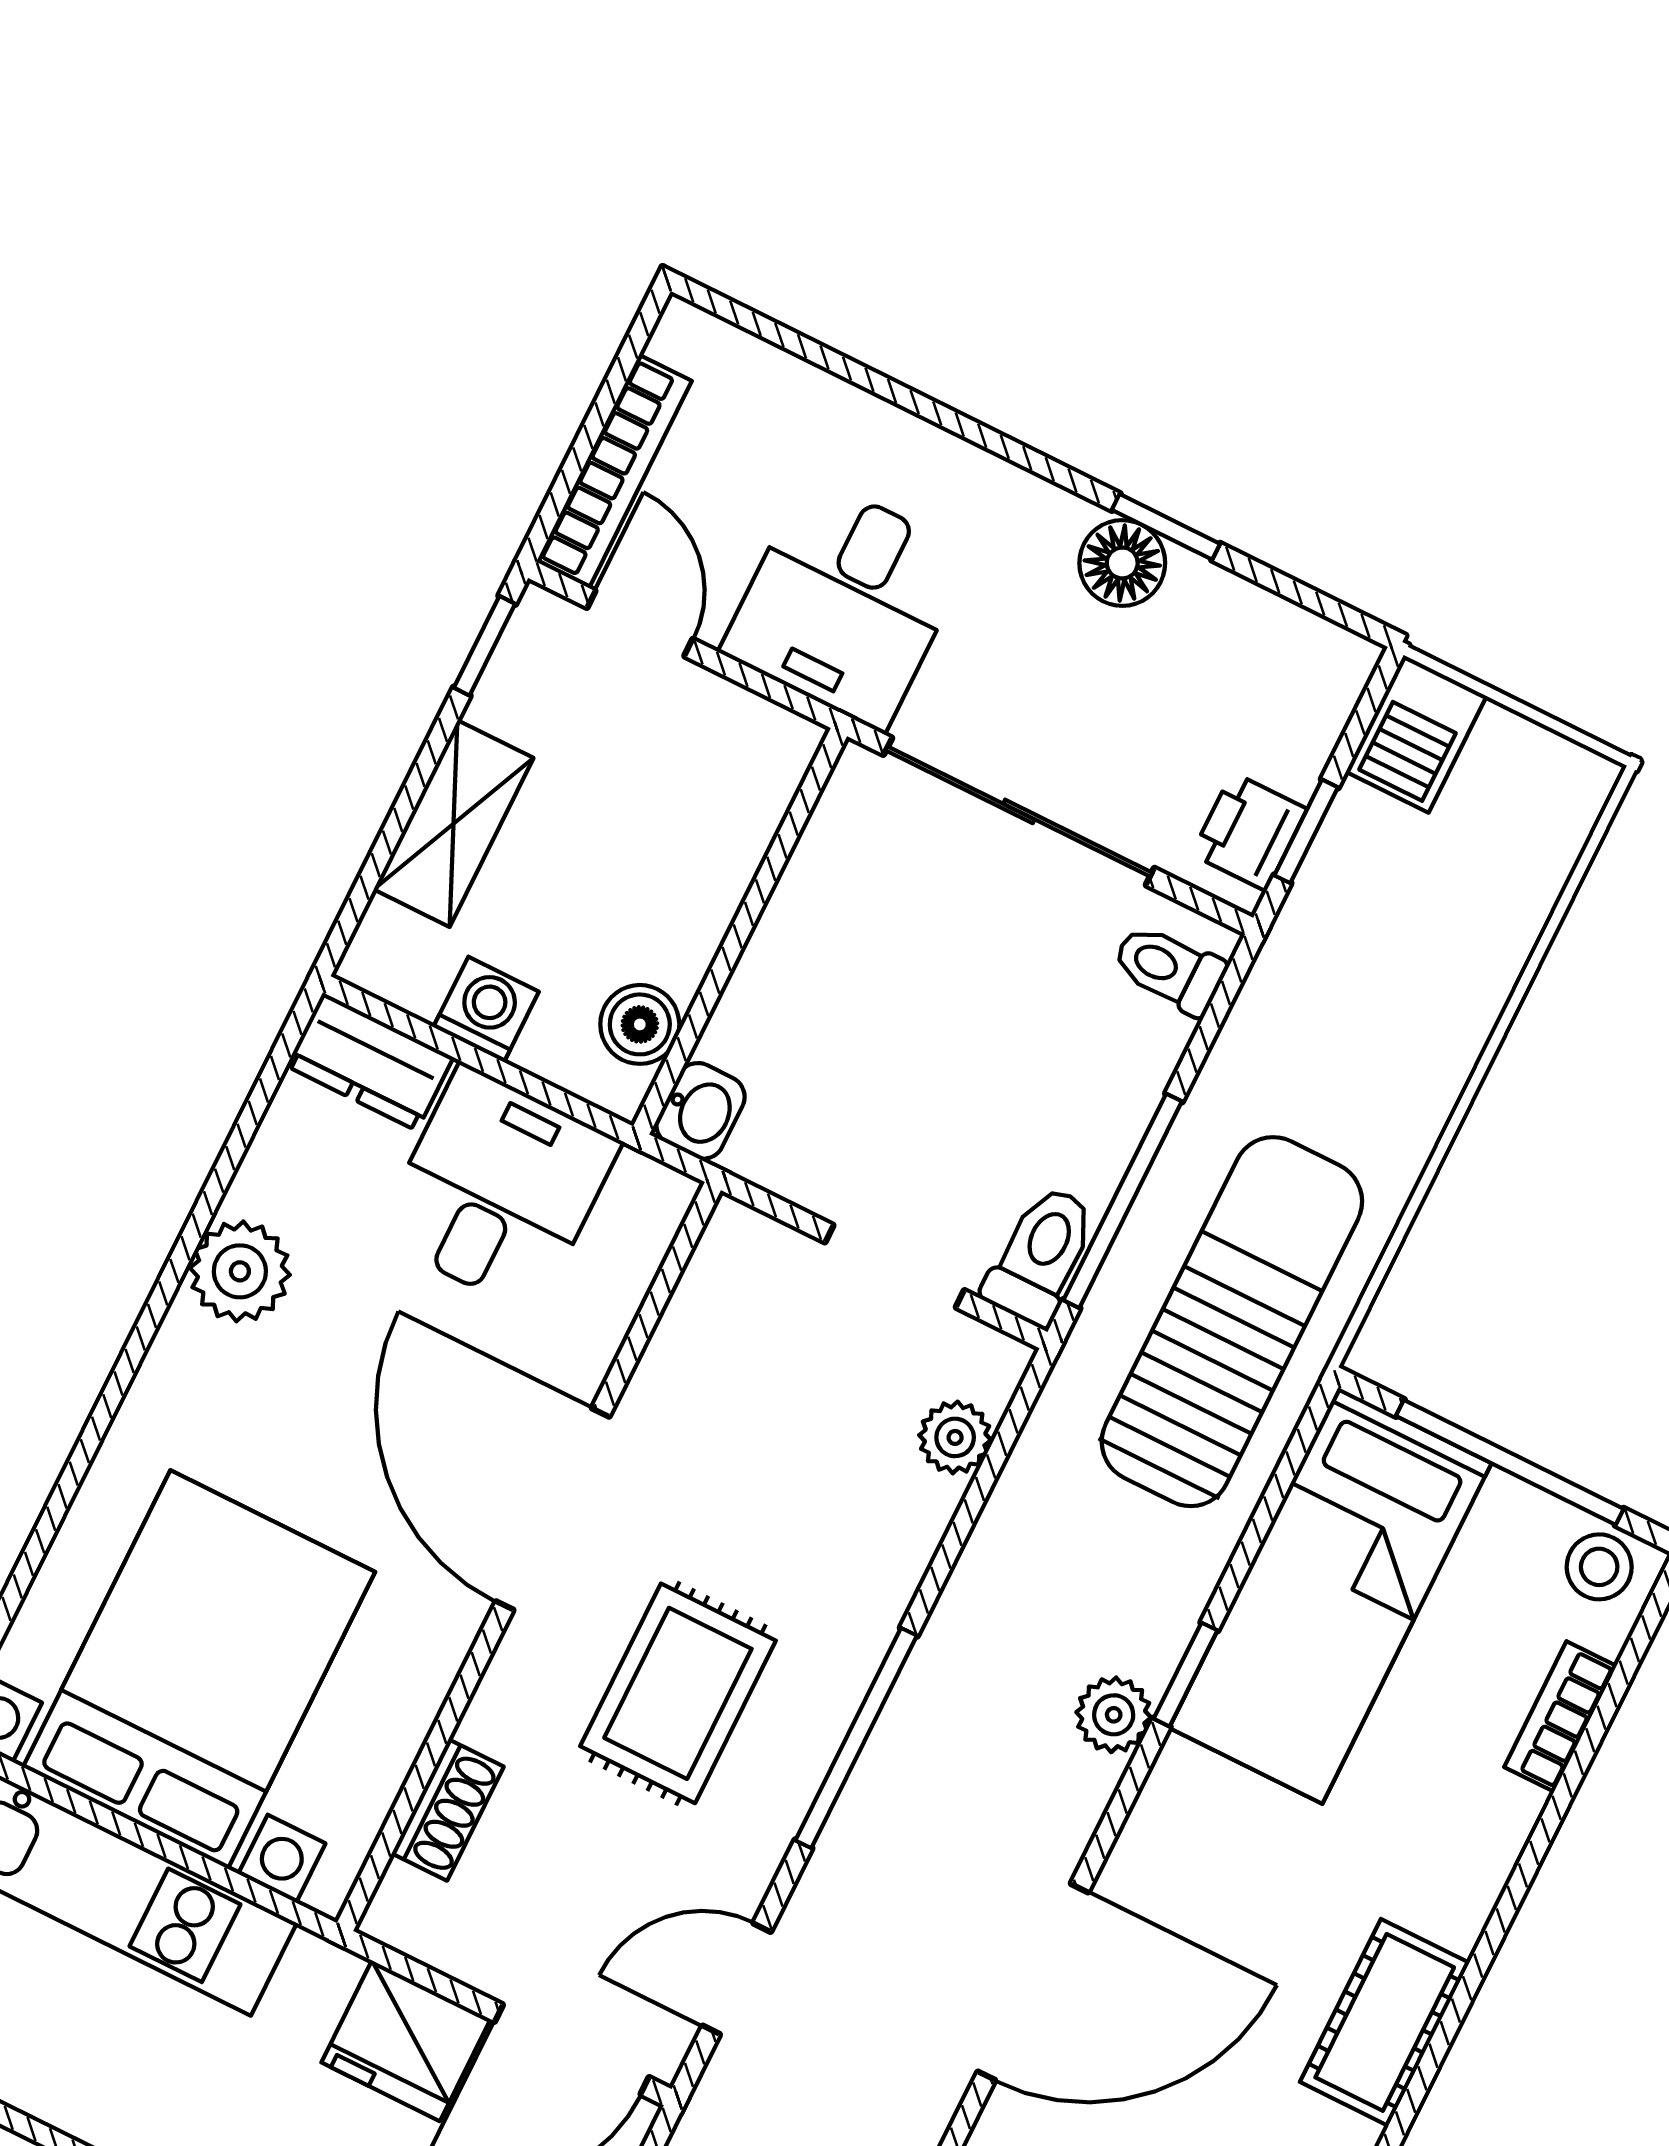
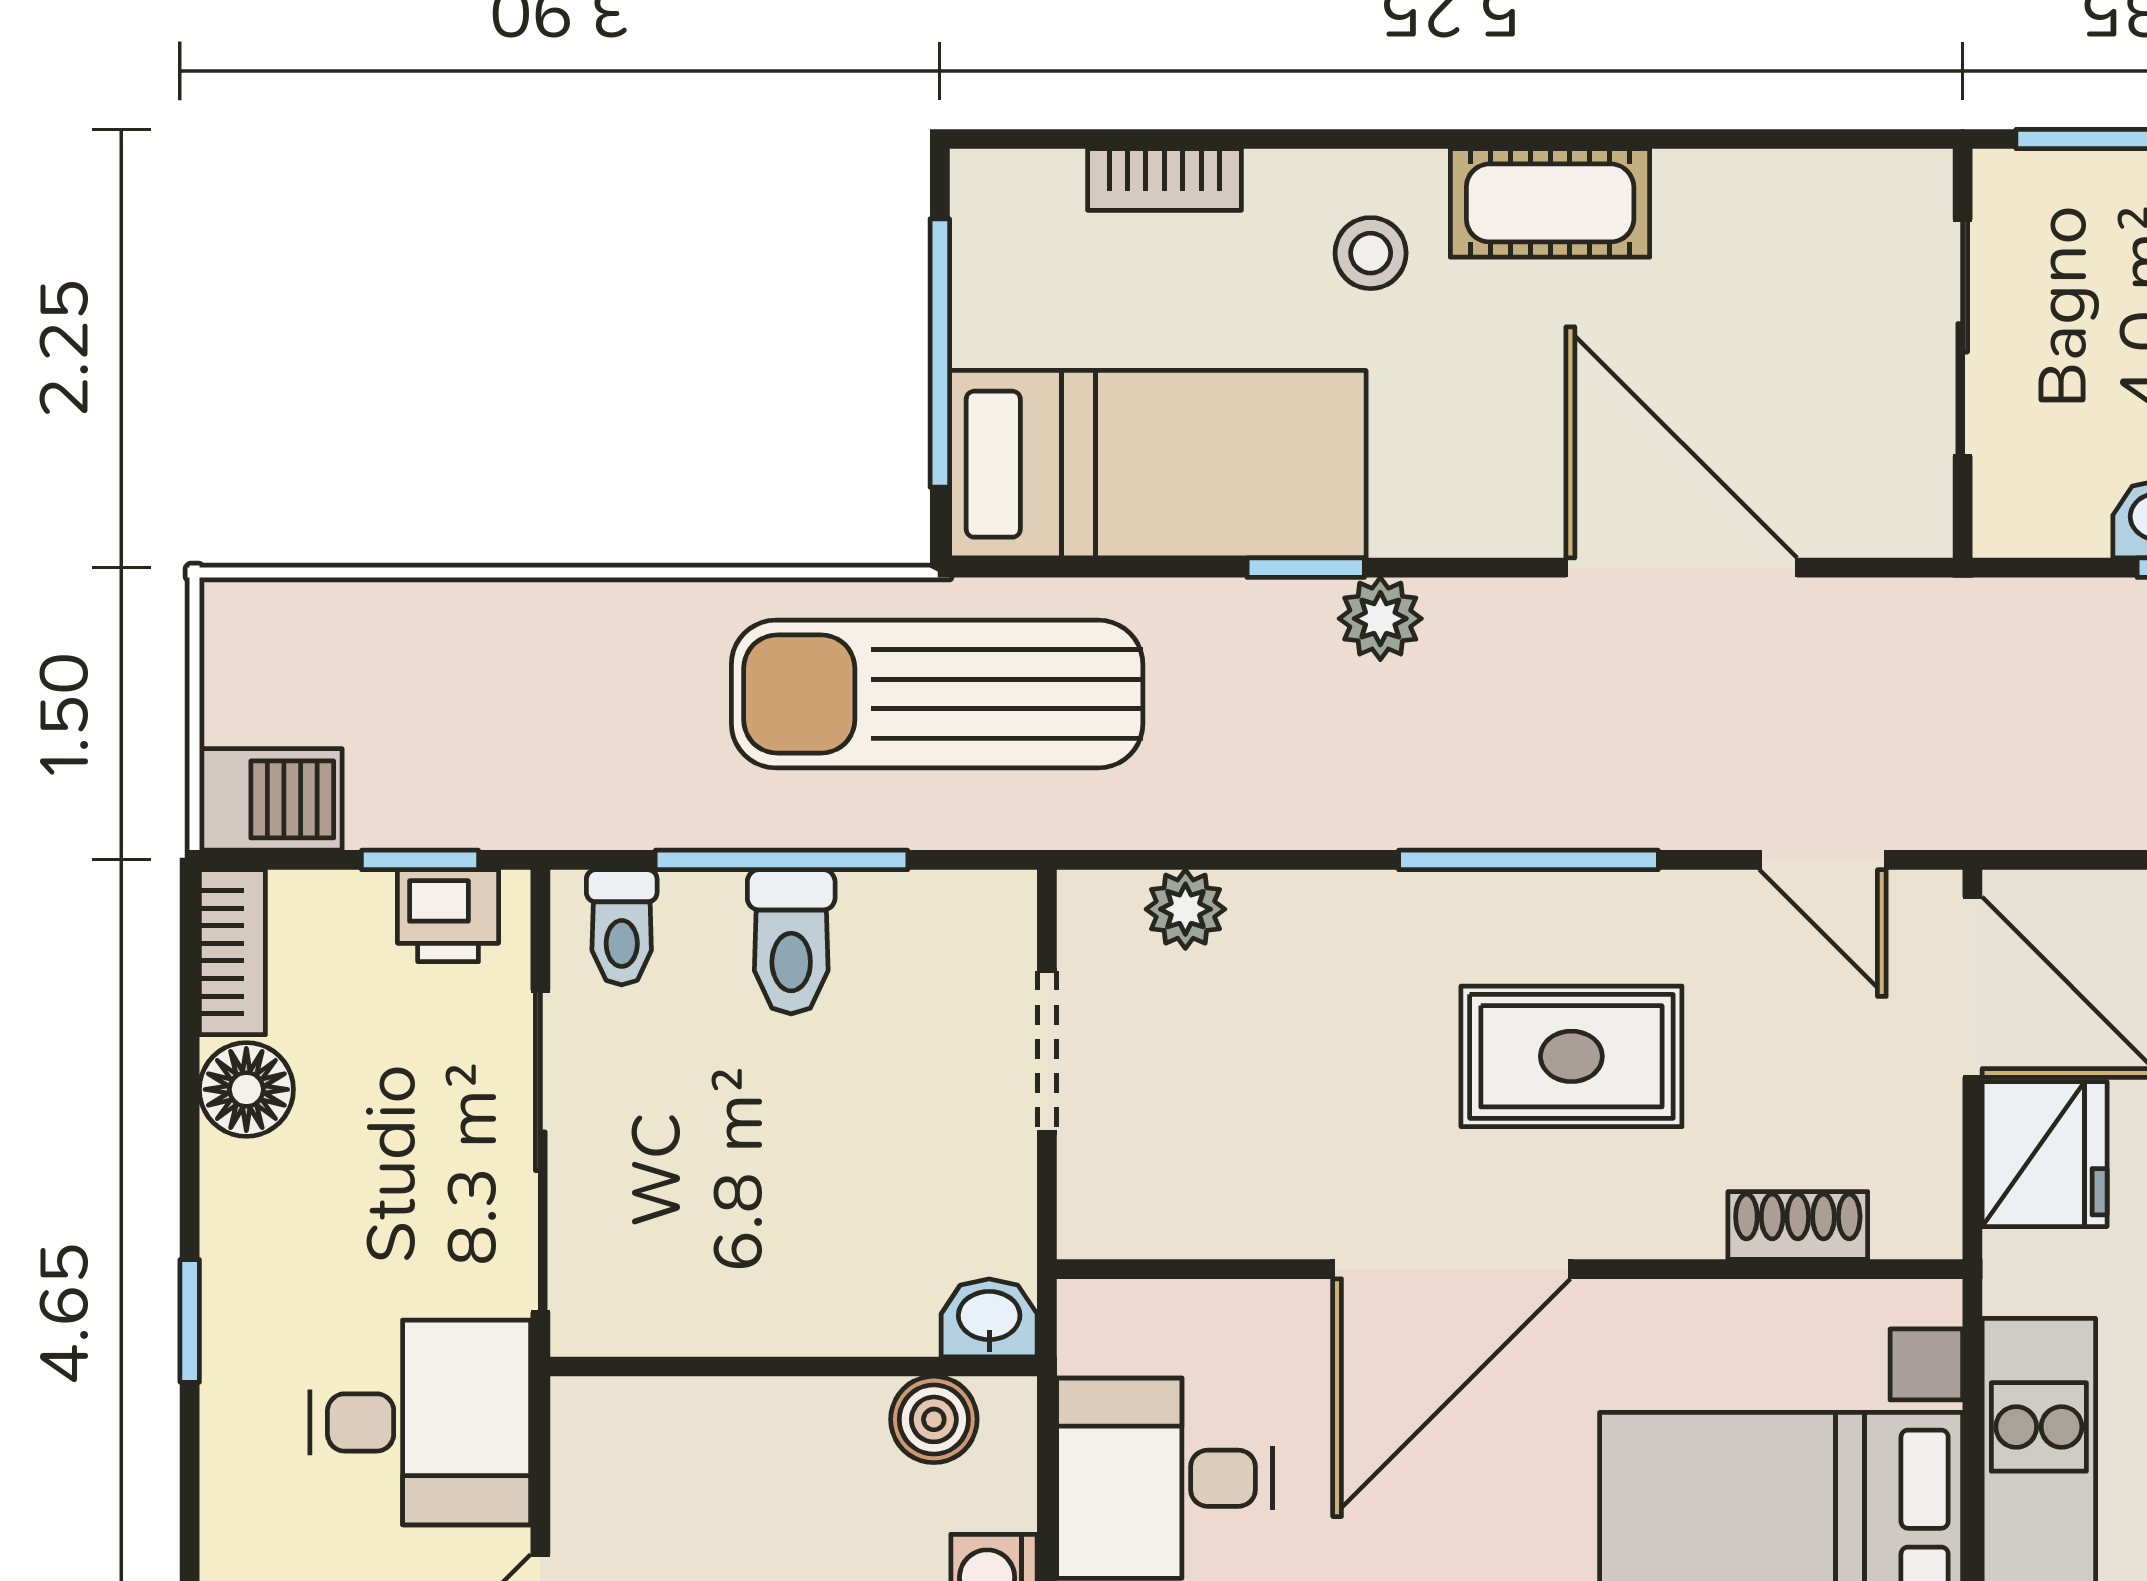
window: (1166, 527) -> (190, 1321), moved
floor lamp: (1122, 563) -> (246, 1089), moved
bookcase: (1307, 640) -> (232, 952), added
window: (1123, 1201) -> (782, 860), moved
toilet: (1041, 1255) -> (791, 942), moved, turned -90
stool: (1599, 1567) -> (1371, 253), moved

